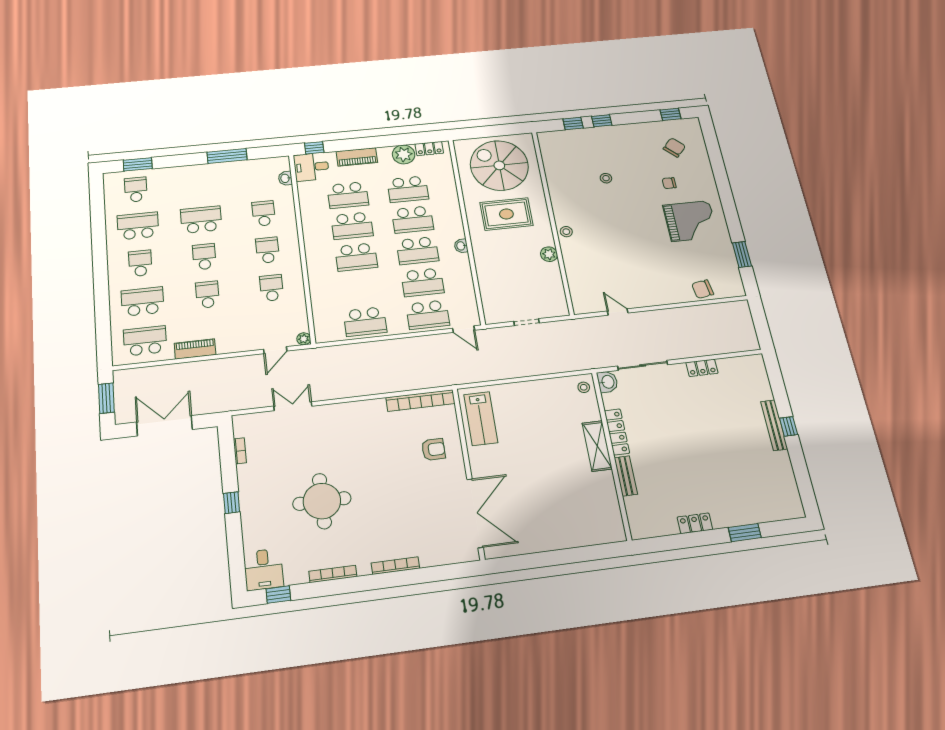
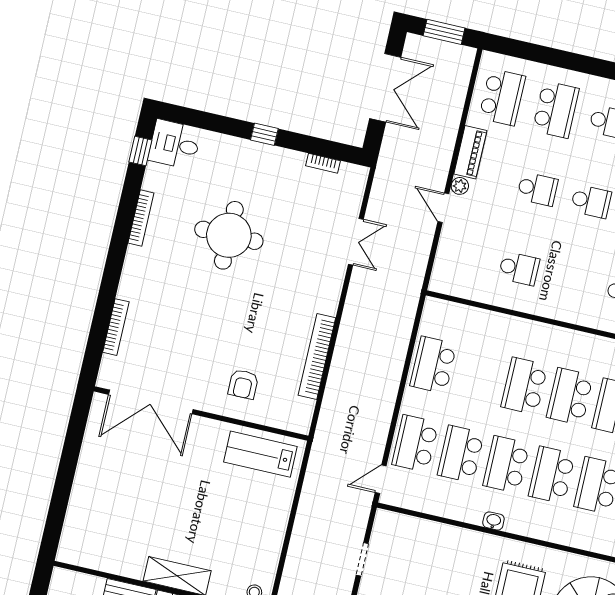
school desk: (268, 250) -> (573, 281), removed
plant: (304, 339) -> (460, 186), moved
door: (275, 350) -> (443, 208), moved
bookcase: (420, 400) -> (317, 357), moved
bookcase: (395, 566) -> (116, 327), moved

